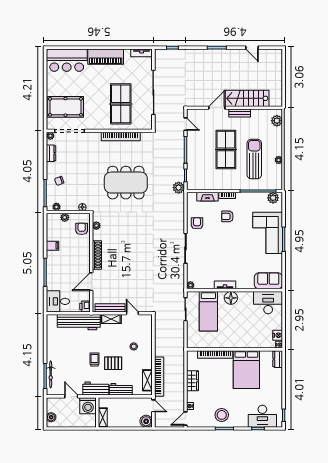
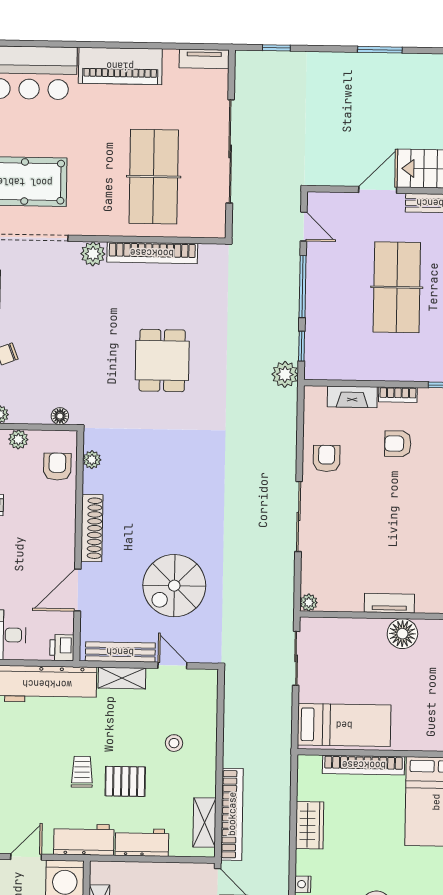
plant: (95, 137) -> (93, 254), added
dining table: (126, 183) -> (162, 360), width x0.53, depth x0.80
spiral stairs: (133, 279) -> (174, 586), added
bed: (208, 311) -> (344, 725), moved, turned -90
door: (71, 396) -> (26, 857), hinge flipped

